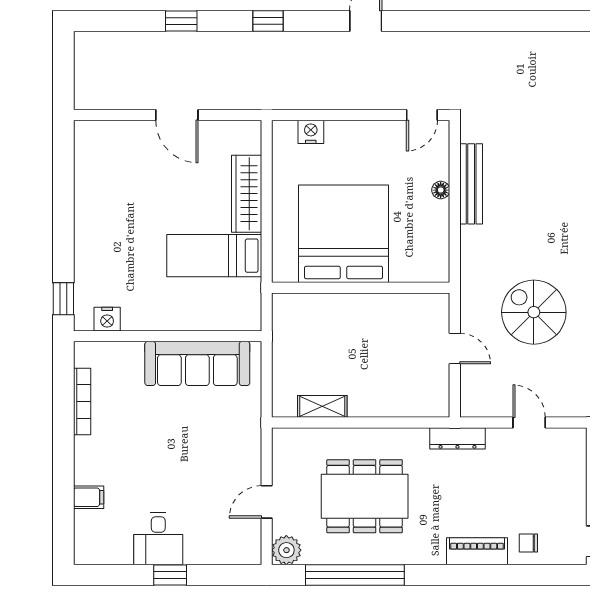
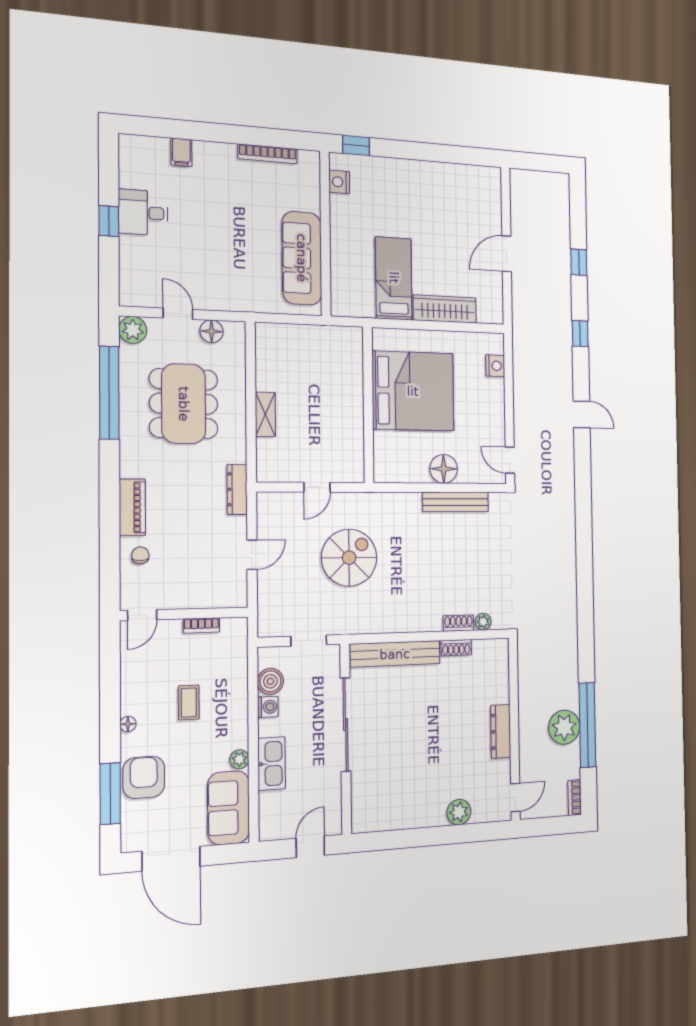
floor lamp: (441, 190) -> (444, 469), width x1.89, depth x1.89
shelving: (322, 406) -> (265, 414), moved
floor lamp: (284, 465) -> (212, 331), added

